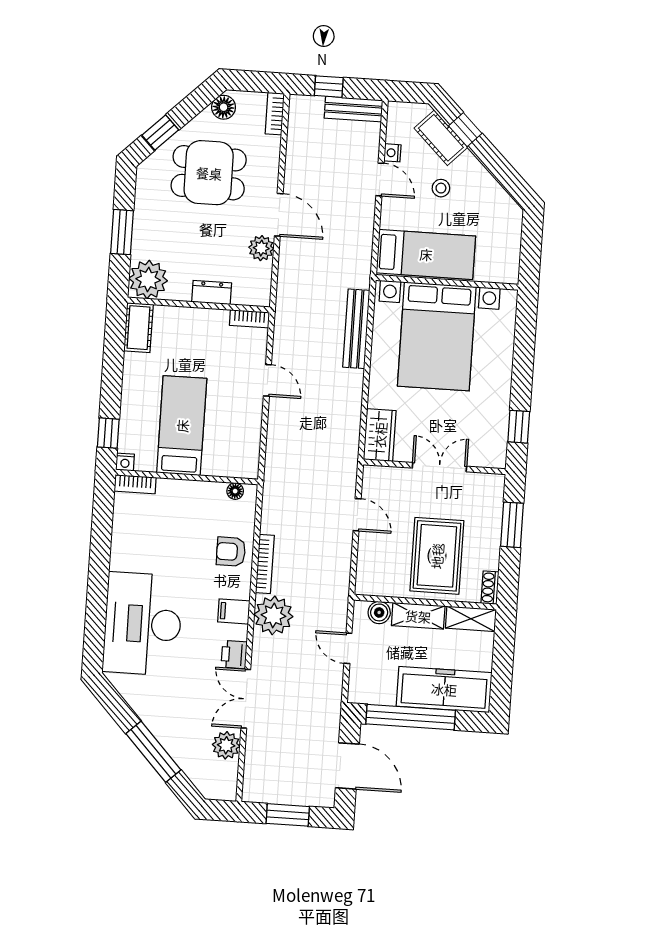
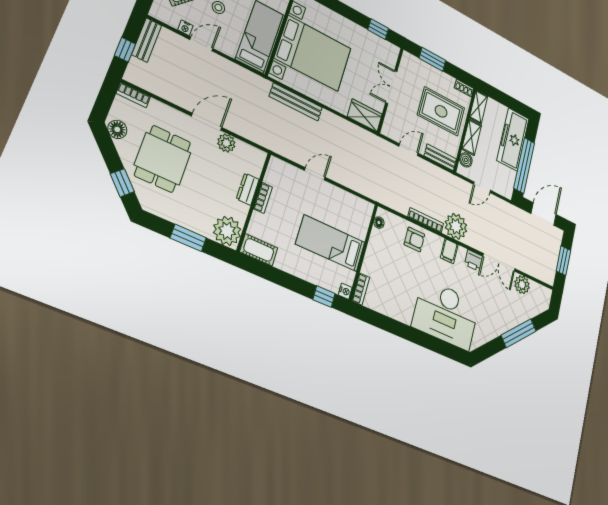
bookcase: (249, 319) -> (263, 198), moved
armchair: (231, 552) -> (414, 239), turned -90
bench: (366, 569) -> (440, 157), added

